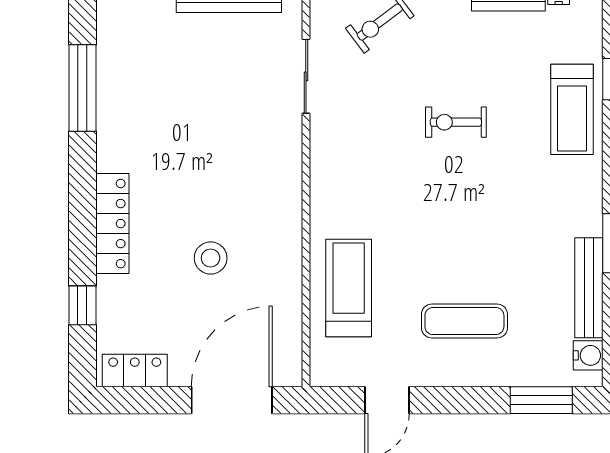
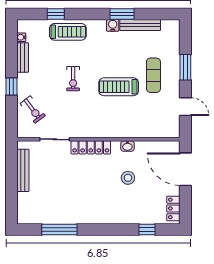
locker: (112, 224) -> (91, 147), moved, turned 180
washbasin: (289, 257) -> (127, 146), added
treadmill: (349, 288) -> (119, 87), moved
water cooler: (588, 355) -> (113, 25), moved
window: (541, 400) -> (185, 67), moved

